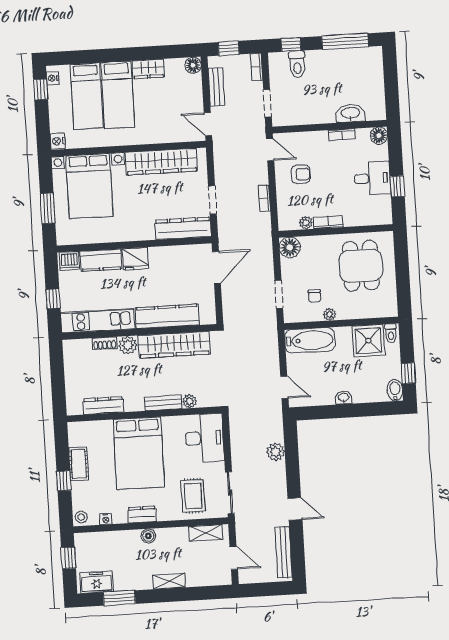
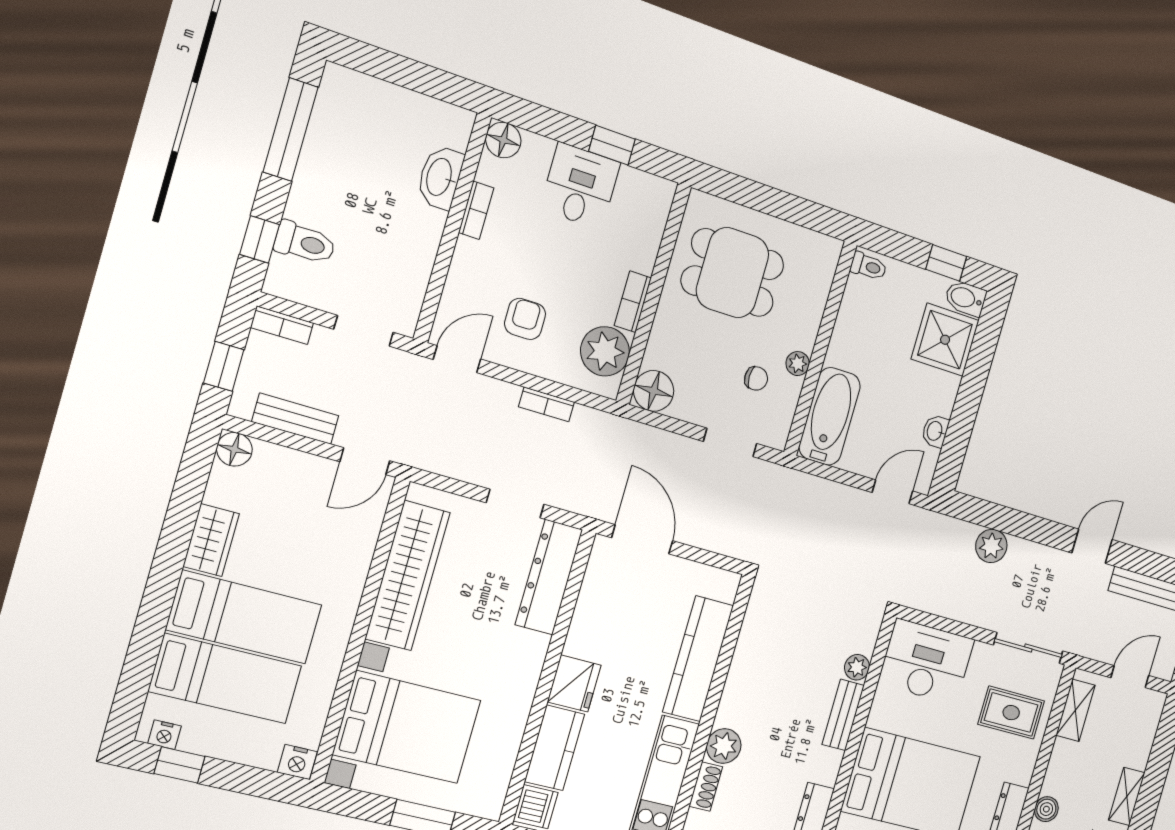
plant: (306, 223) -> (605, 351), width x1.87, depth x1.87
shower: (368, 341) -> (945, 340), moved
wardrobe: (174, 345) -> (752, 663), removed
washbasin: (343, 398) -> (935, 431), moved

